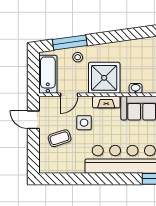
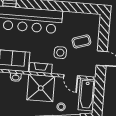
door: (69, 95) -> (71, 76), swing flipped

